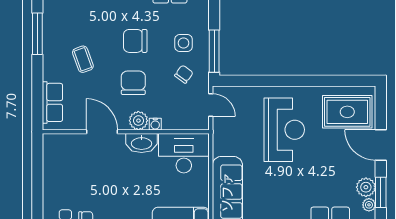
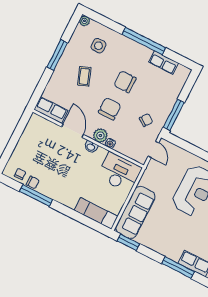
window: (37, 34) -> (57, 55), moved
side table: (184, 43) -> (98, 46), moved
row of seats: (52, 102) -> (51, 110), moved, turned -90
washbasin: (142, 143) -> (91, 147), width x0.52, depth x0.69

